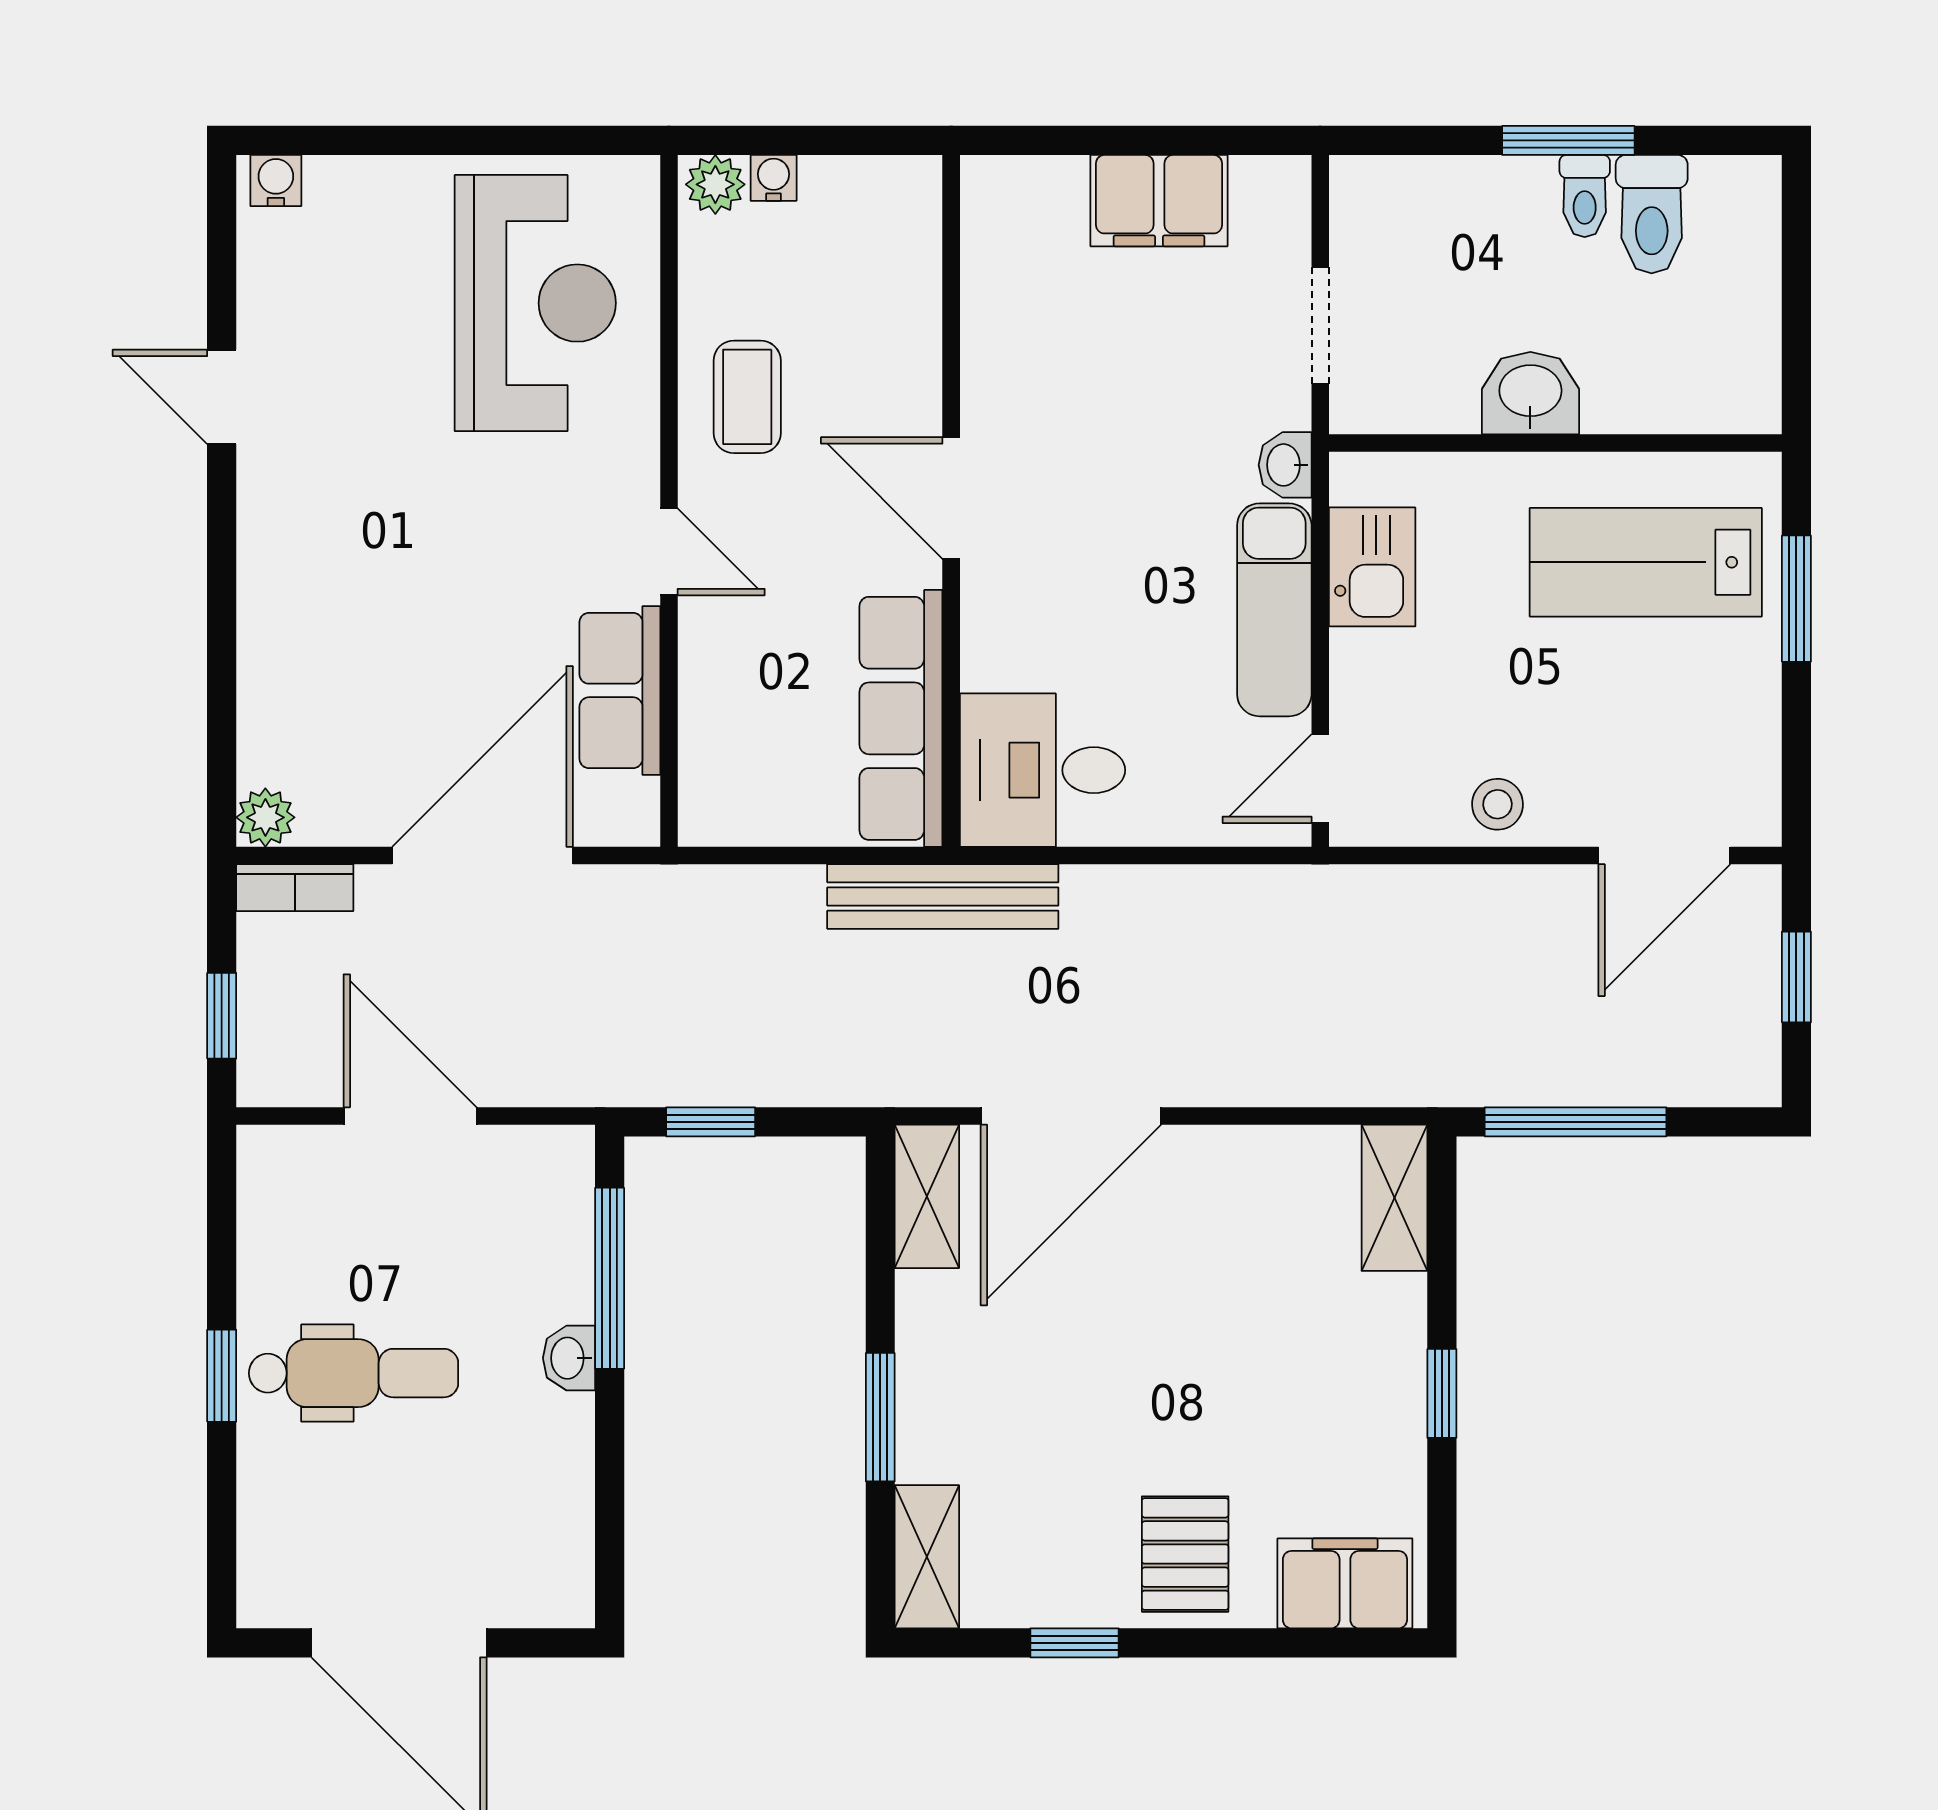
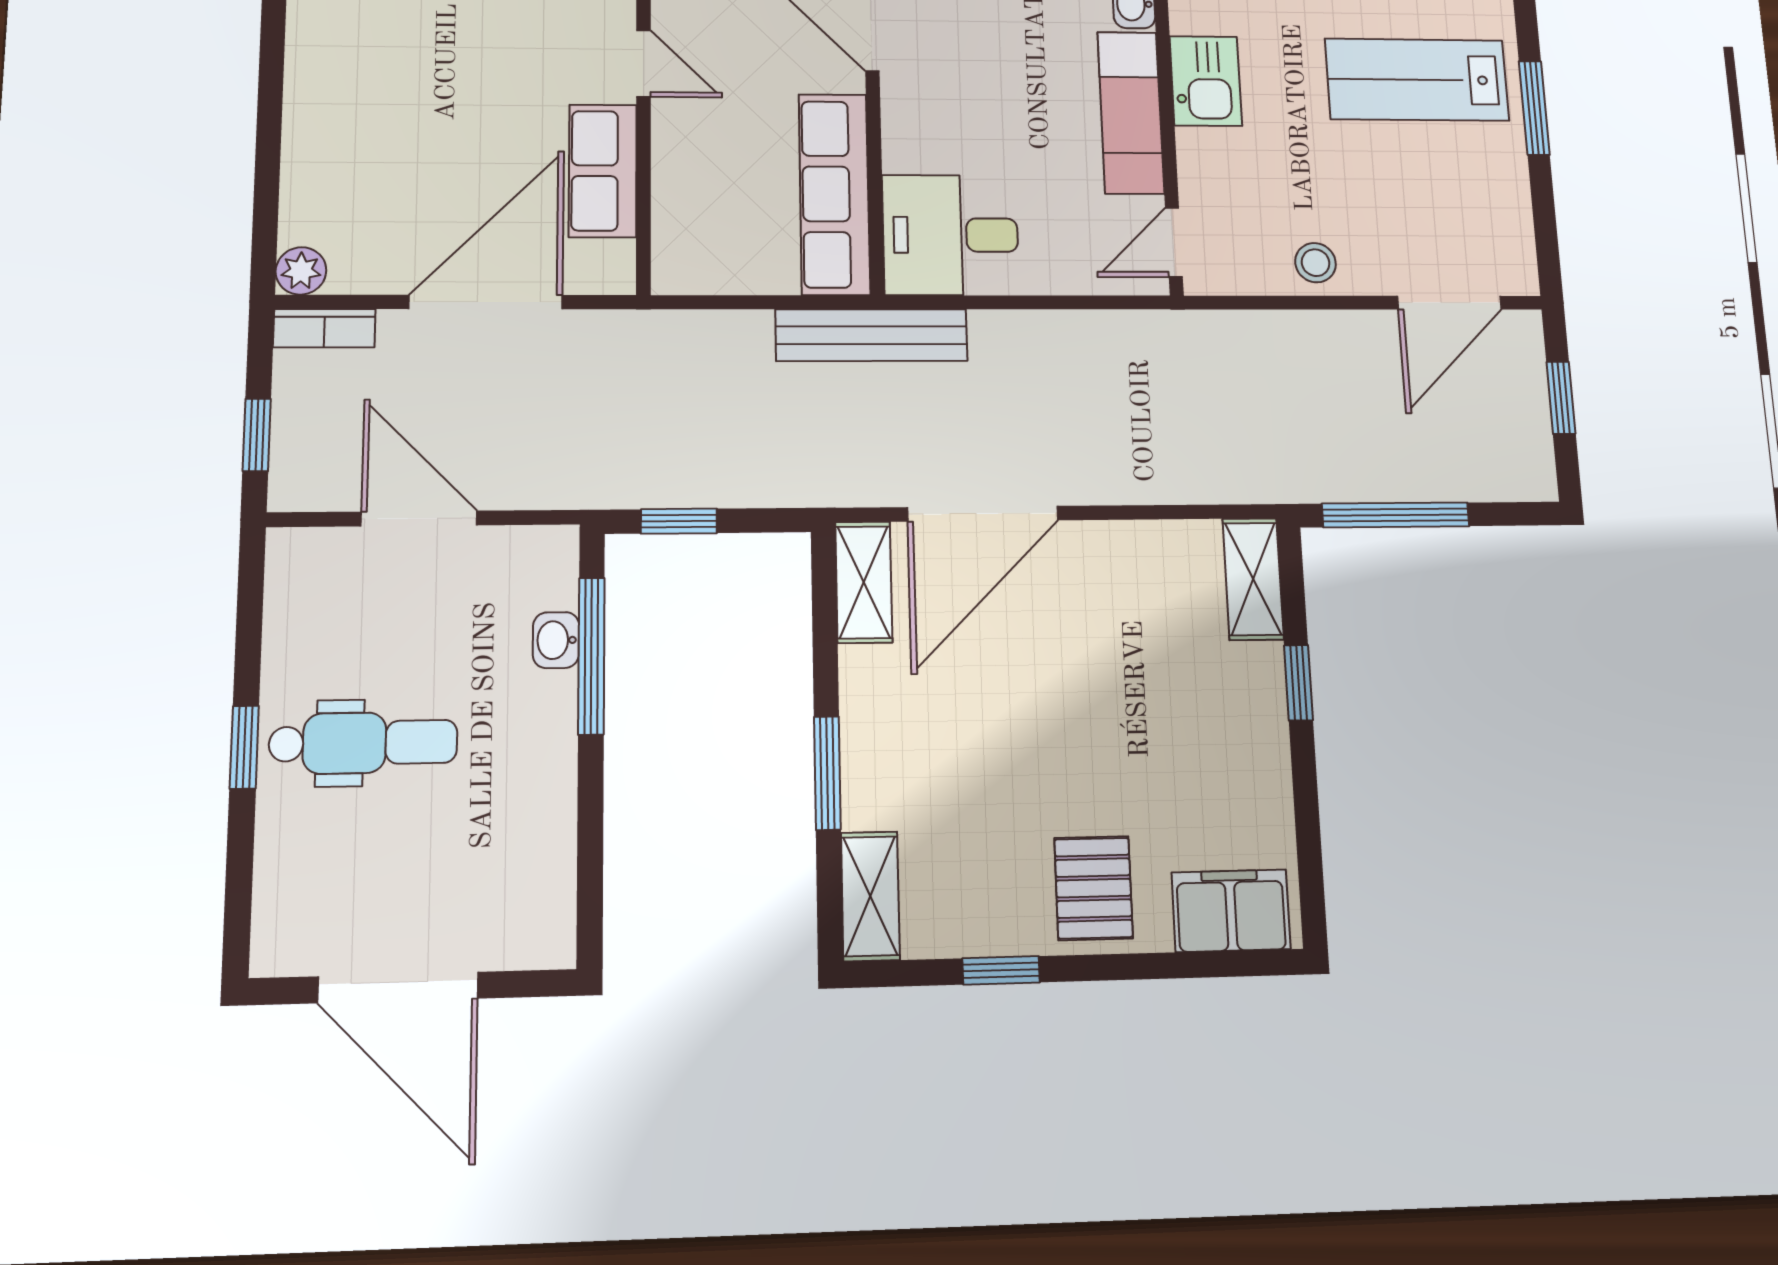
washbasin: (569, 1358) -> (556, 640), moved
window: (1442, 1393) -> (1298, 683), moved

